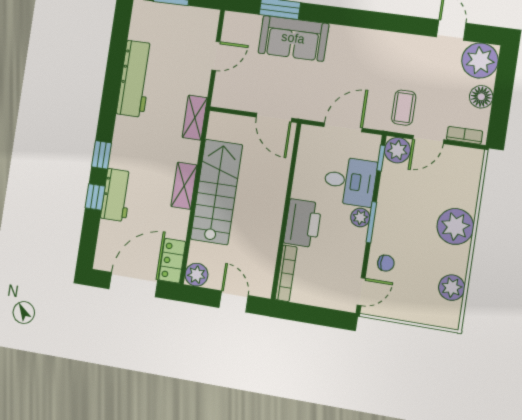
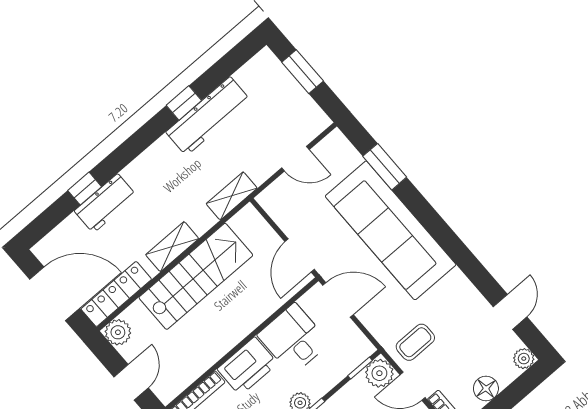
sofa: (293, 38) -> (391, 230), width x1.85, depth x1.27
plant: (480, 61) -> (524, 359), width x0.53, depth x0.53
door: (343, 127) -> (338, 300), moved
window: (101, 155) -> (184, 103), moved
desk: (350, 181) -> (293, 339), moved, turned 180
locker: (172, 261) -> (116, 294), width x1.53

